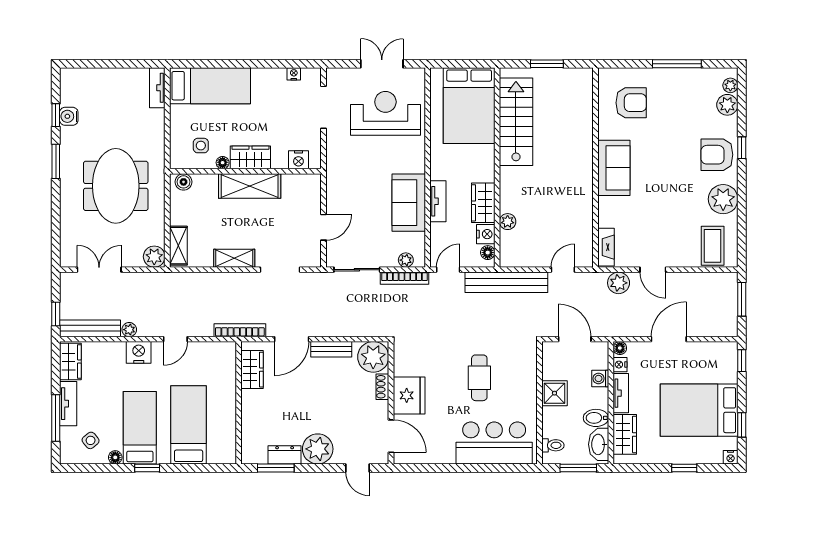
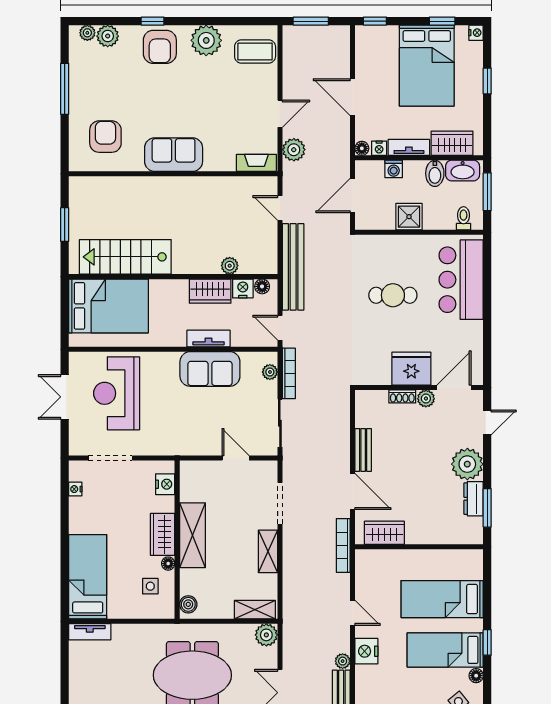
plant: (373, 357) -> (426, 399), moved, width x0.53, depth x0.53

